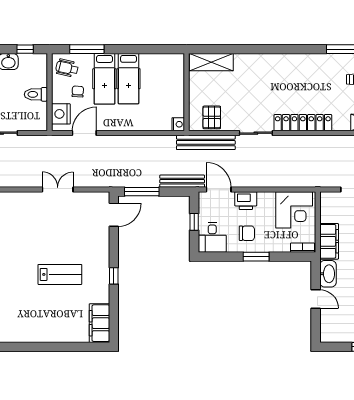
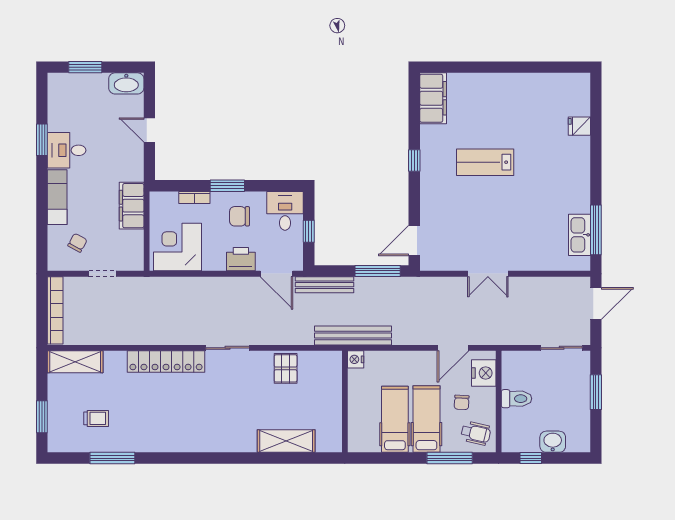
wall: (186, 92) -> (345, 402), moved
nightstand: (178, 124) -> (356, 359), moved
bench: (206, 142) -> (353, 336), moved
bookcase: (303, 248) -> (194, 197), moved
washbasin: (328, 274) -> (126, 83), moved, turned -90

